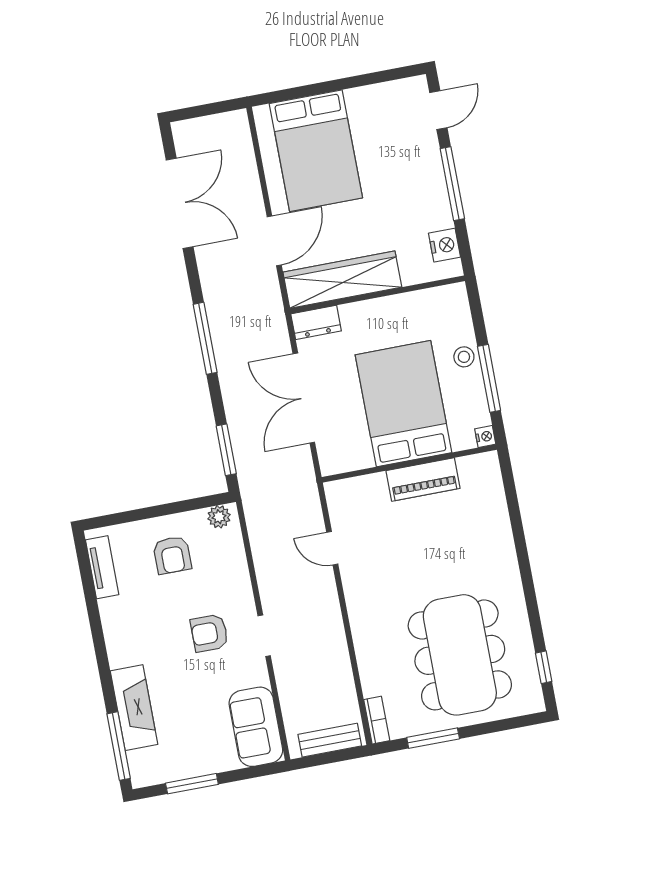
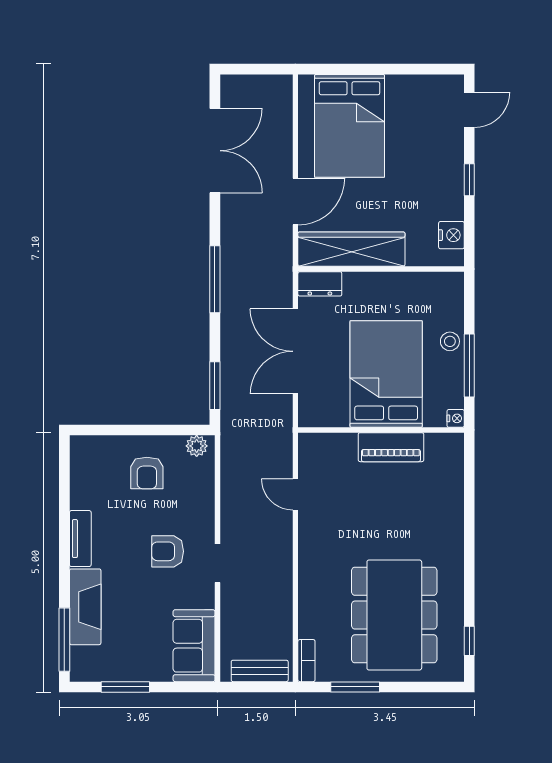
window: (452, 184) -> (469, 180), width x0.46
tv unit: (102, 567) -> (80, 539), moved

